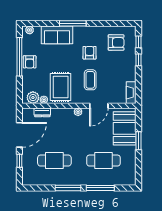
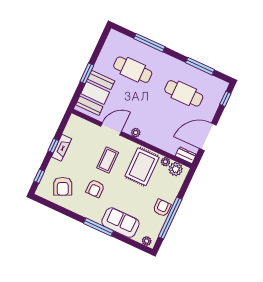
armchair: (116, 42) -> (63, 186), turned -115
window: (138, 60) -> (53, 146), moved
fireplace: (131, 93) -> (62, 148), moved
dresser: (42, 112) -> (186, 155), moved
window: (19, 161) -> (225, 99), moved
window: (68, 188) -> (200, 66), moved

